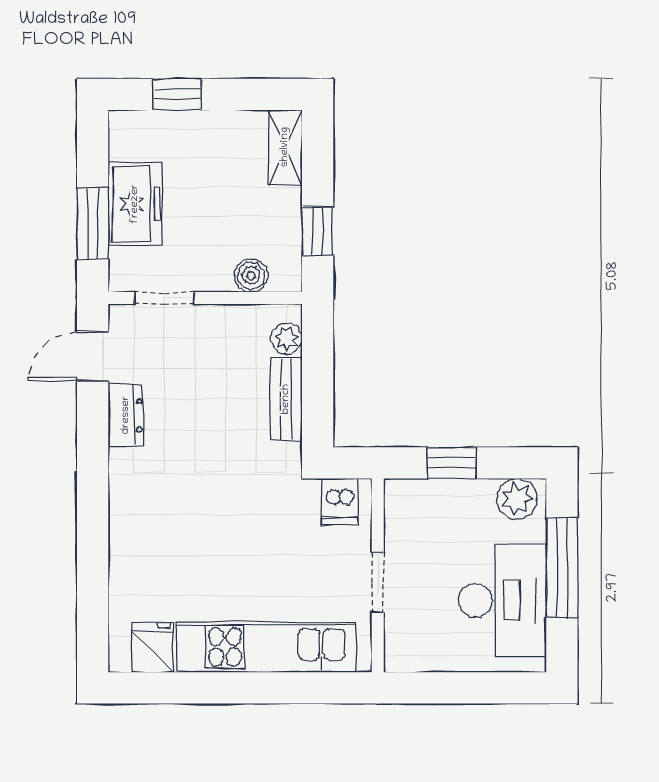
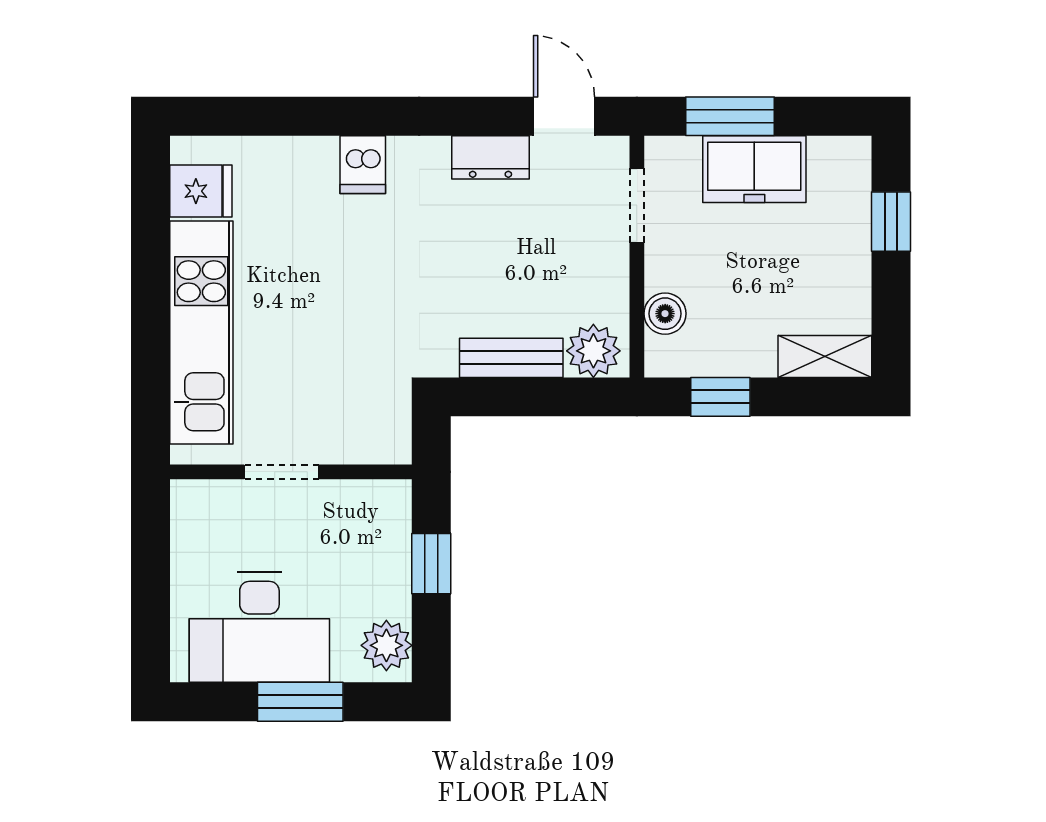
plant: (287, 339) -> (593, 351), width x1.38, depth x1.38
dishwasher: (340, 502) -> (363, 165), moved, turned -90
window: (562, 568) -> (300, 702), width x0.69

